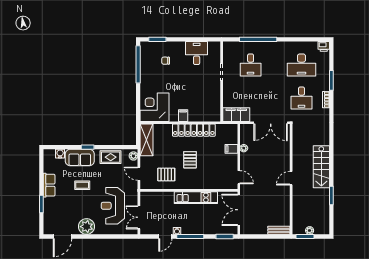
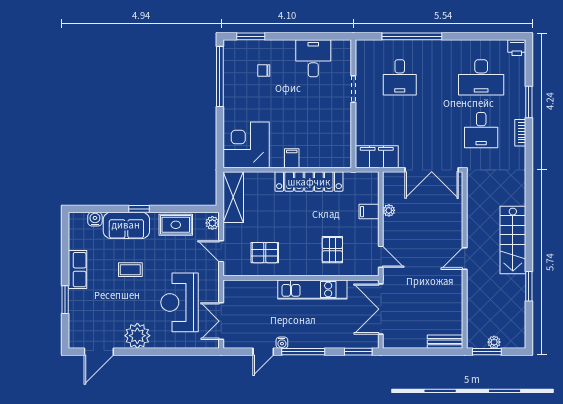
pallet: (190, 160) -> (332, 250), moved

